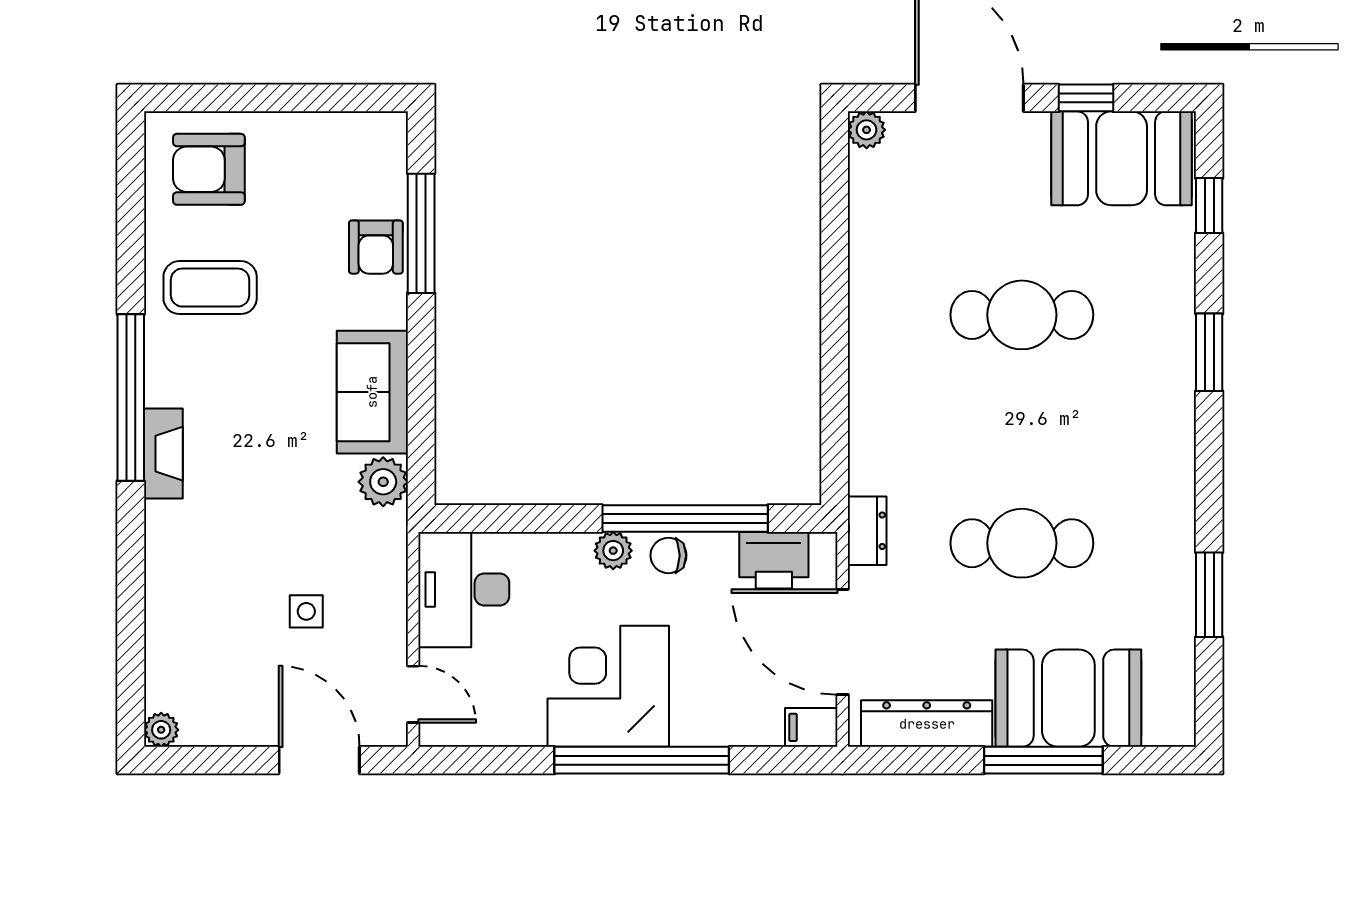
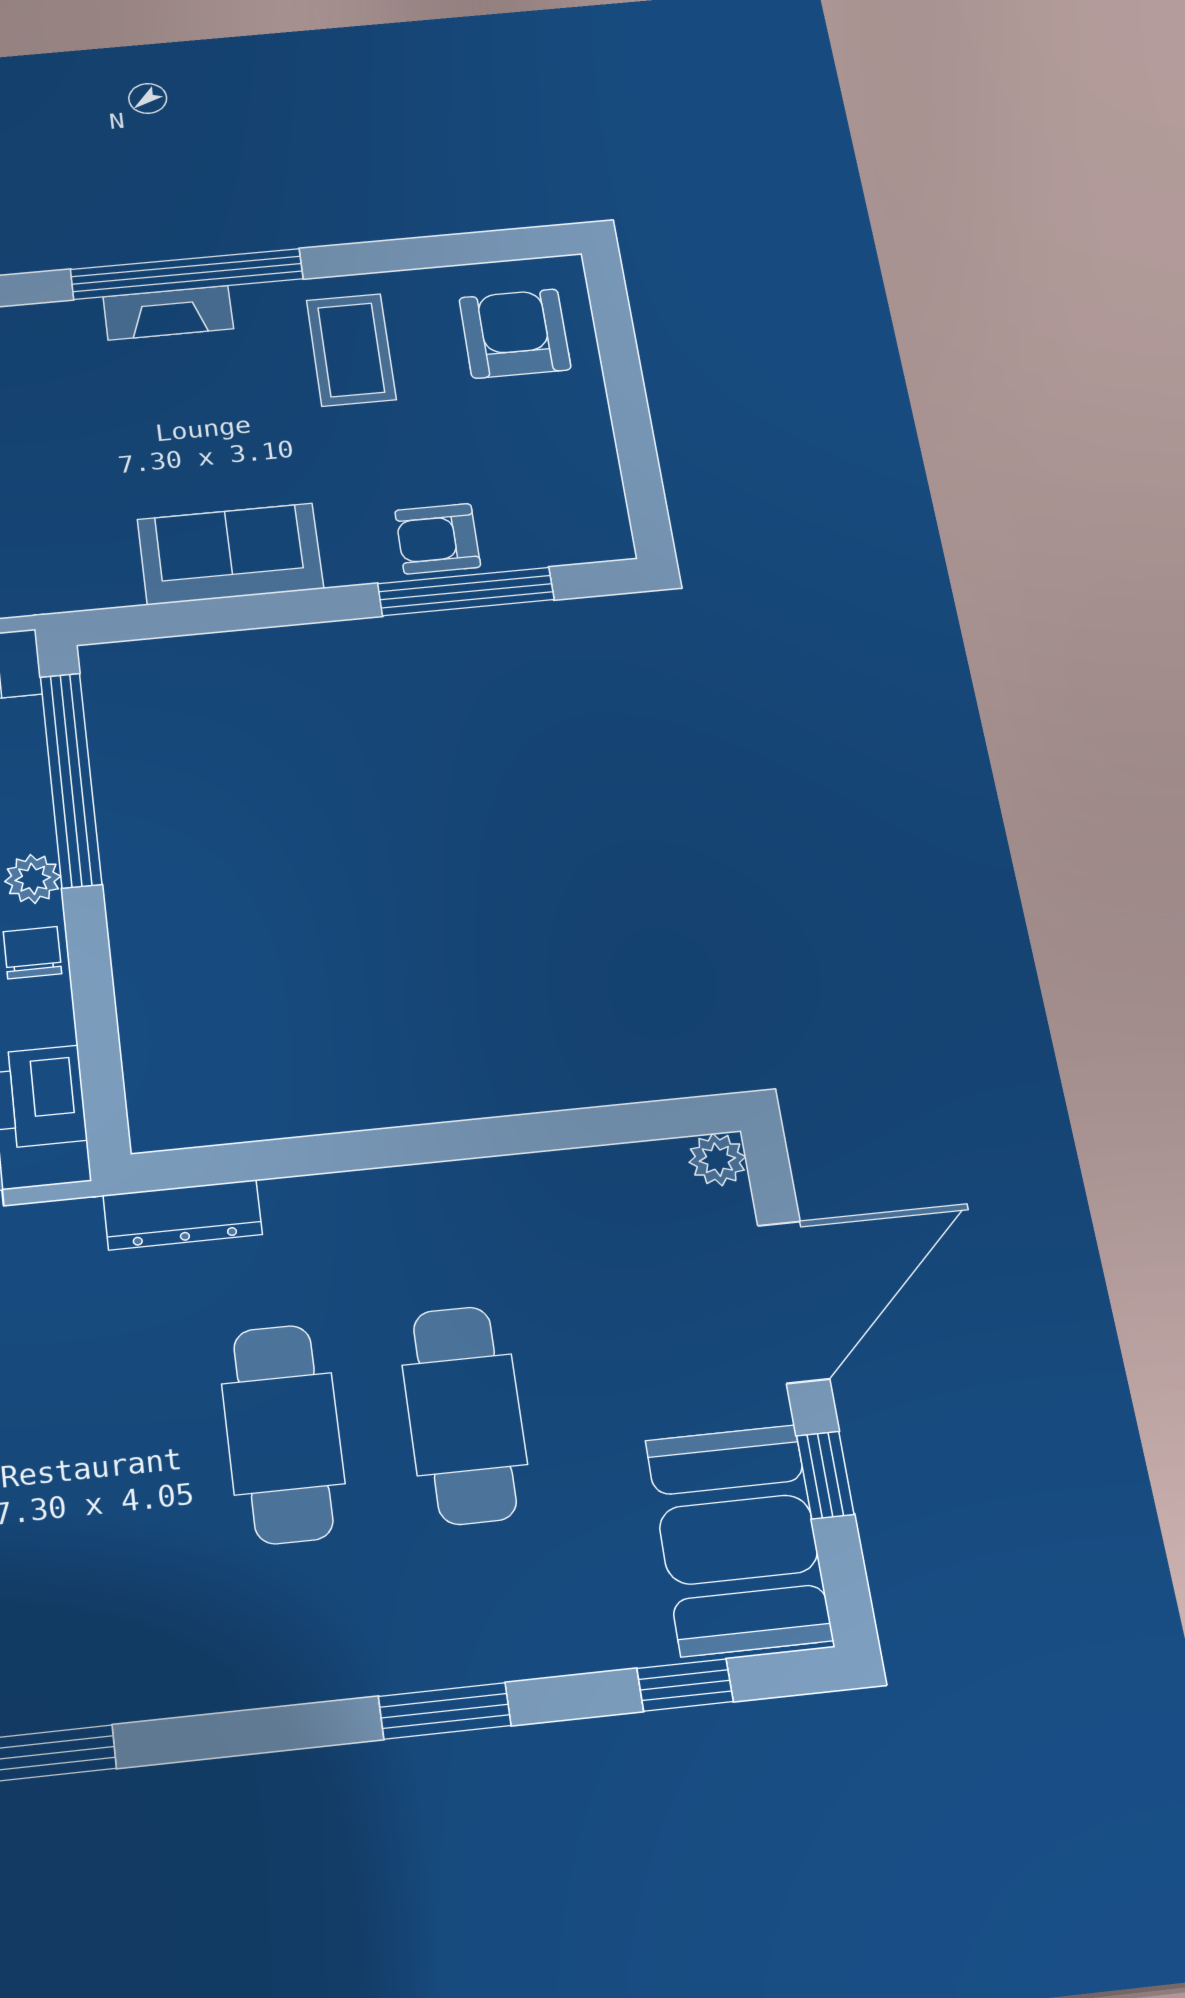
fireplace: (163, 454) -> (168, 313), moved
plant: (383, 482) -> (103, 579), removed
window: (685, 518) -> (71, 780), moved
dresser: (867, 531) -> (183, 1215), moved, width x1.44
cafe table: (1022, 543) -> (283, 1434), moved

